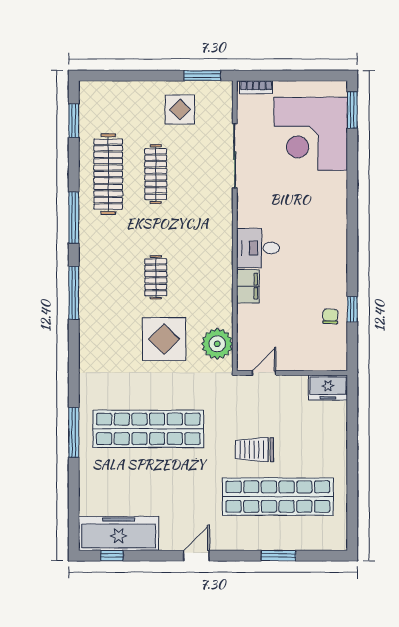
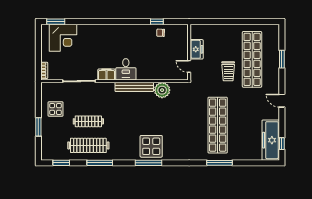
window: (202, 76) -> (38, 127), moved
corner desk: (311, 134) -> (63, 38), width x0.74, depth x0.74
window: (74, 218) -> (100, 163), moved
bench: (223, 265) -> (134, 87), added
clothes rail: (156, 277) -> (141, 121), removed
filing cabinet: (248, 286) -> (106, 75), moved
display table: (164, 339) -> (151, 146), moved
plant: (217, 344) -> (162, 90), moved
freezer: (328, 387) -> (197, 49), moved

